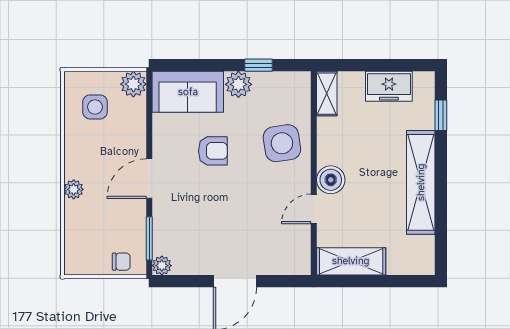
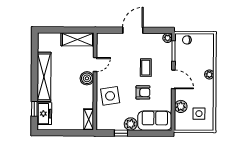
plant: (133, 84) -> (181, 106), moved
freezer: (389, 86) -> (44, 114), moved, turned 90
armchair: (213, 151) -> (143, 92), turned 180
door: (149, 179) -> (173, 79), hinge flipped
coffee table: (207, 203) -> (146, 68), added

